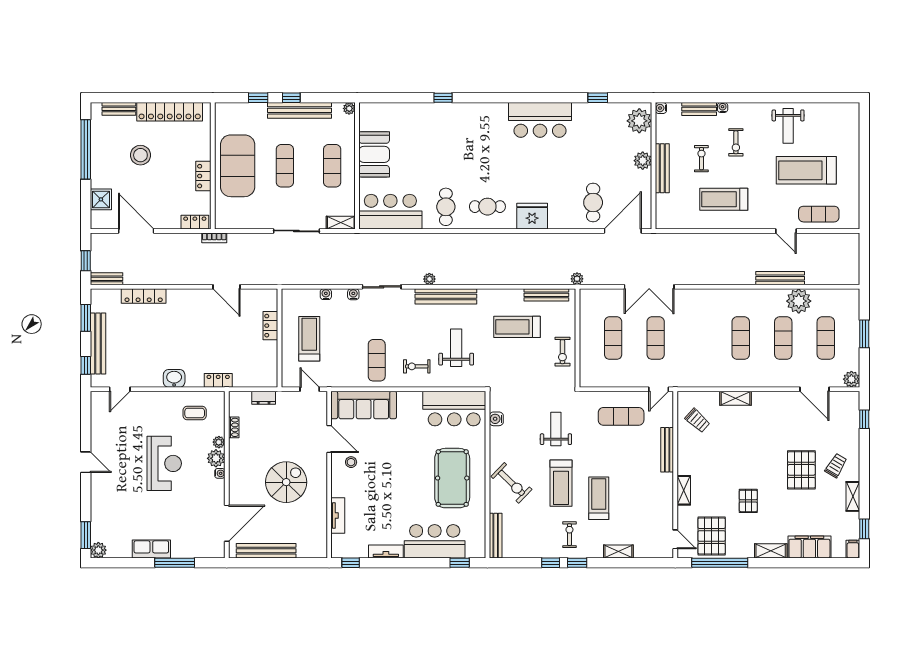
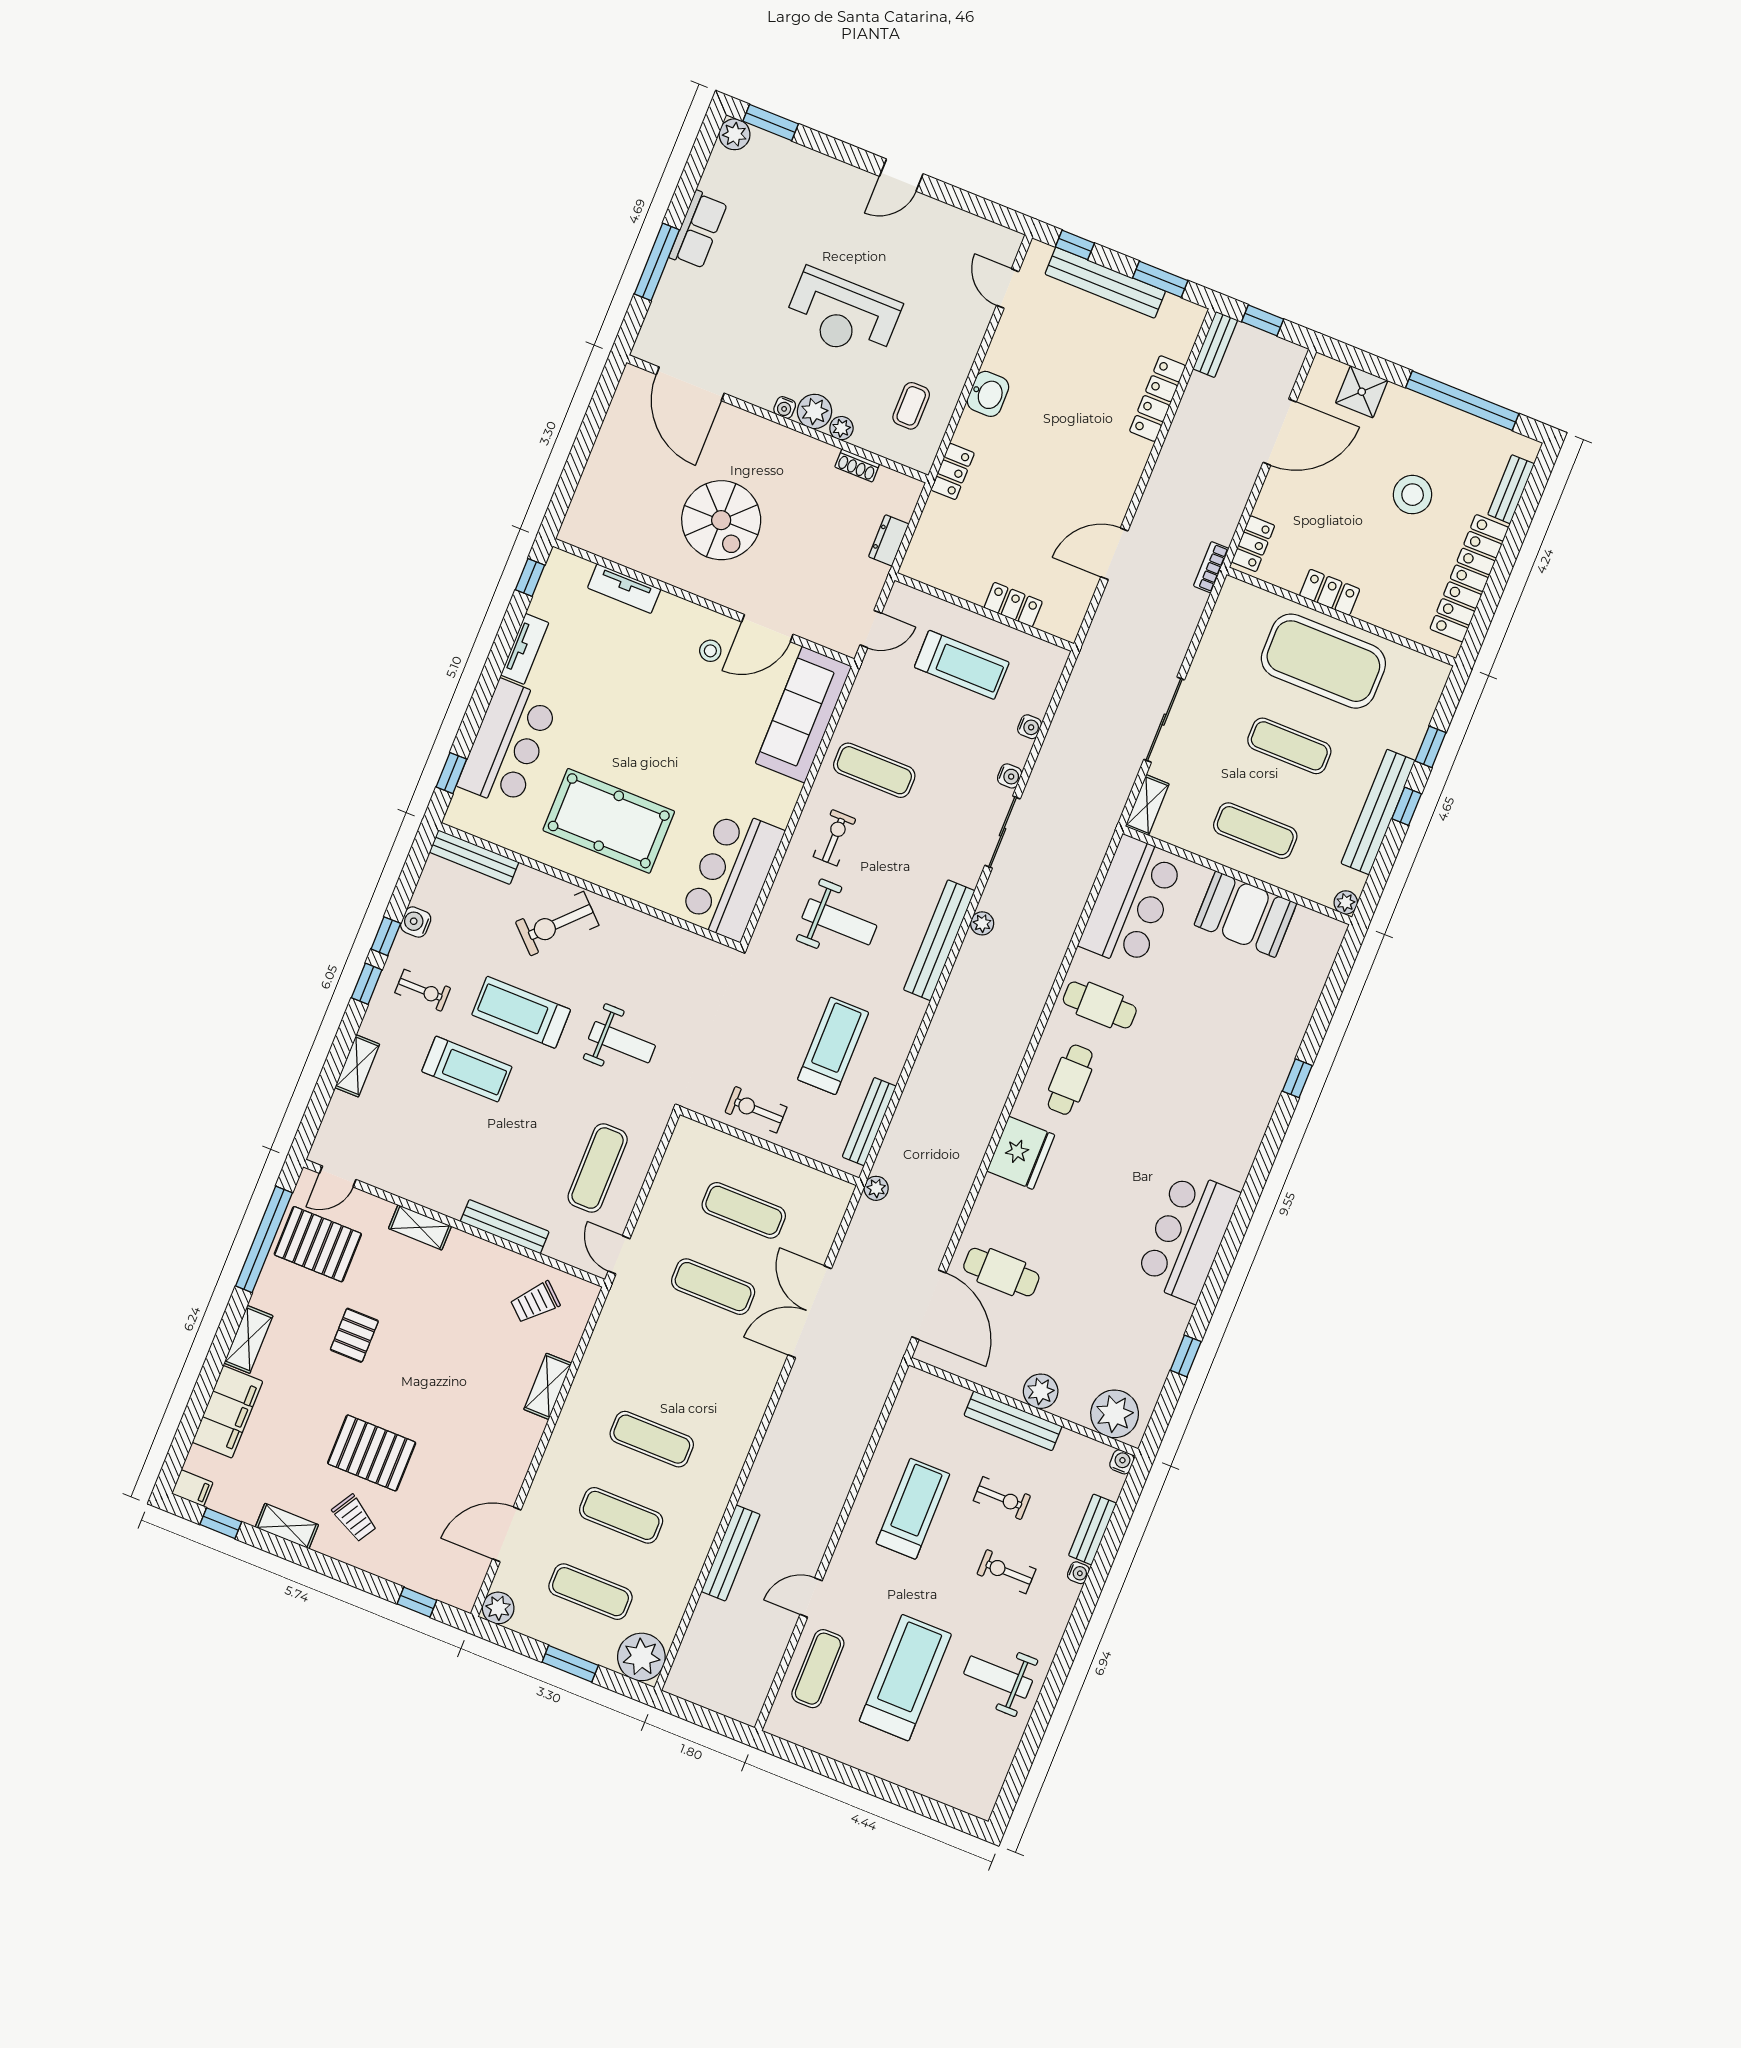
plant: (799, 301) -> (641, 1657), moved
water cooler: (496, 419) -> (416, 922), moved, turned -90
pallet: (748, 501) -> (354, 1335), turned 90
bench: (266, 551) -> (613, 435), removed

